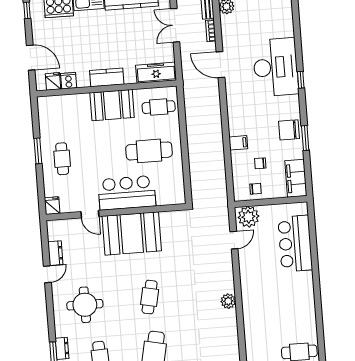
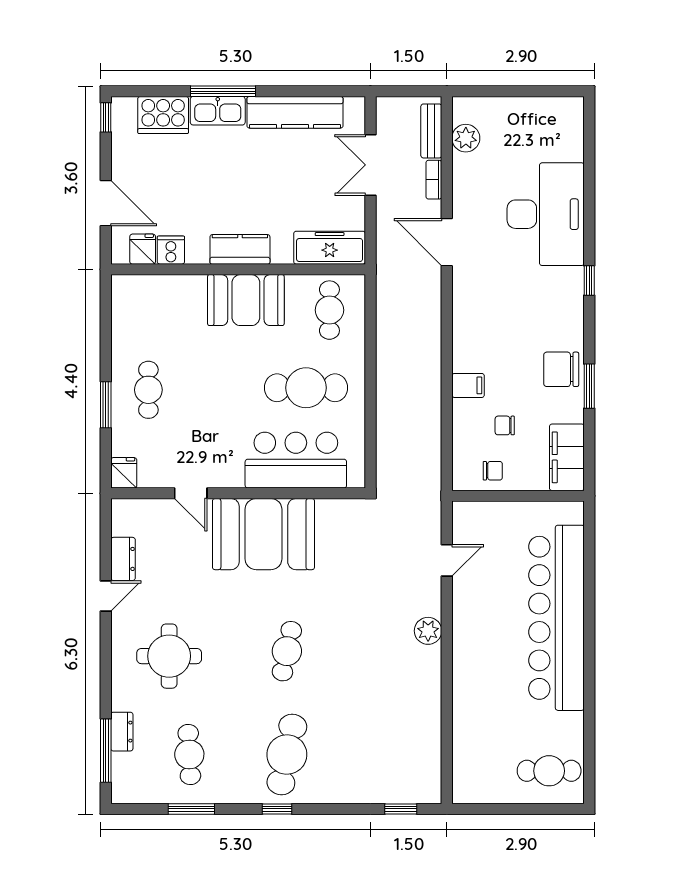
desk: (276, 67) -> (546, 214), moved
cafe table: (159, 107) -> (329, 310), turned 90
window: (38, 151) -> (106, 405), moved
bar counter: (127, 193) -> (296, 460), moved
plant: (248, 217) -> (476, 520), removed
bar counter: (295, 244) -> (556, 618), width x1.86
plant: (228, 301) -> (428, 631), moved

